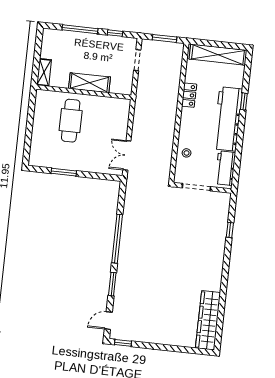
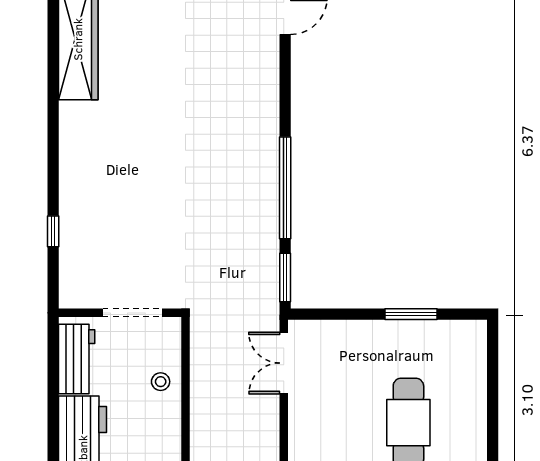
double door: (127, 155) -> (284, 363), swing flipped
window: (112, 284) -> (285, 278), moved

